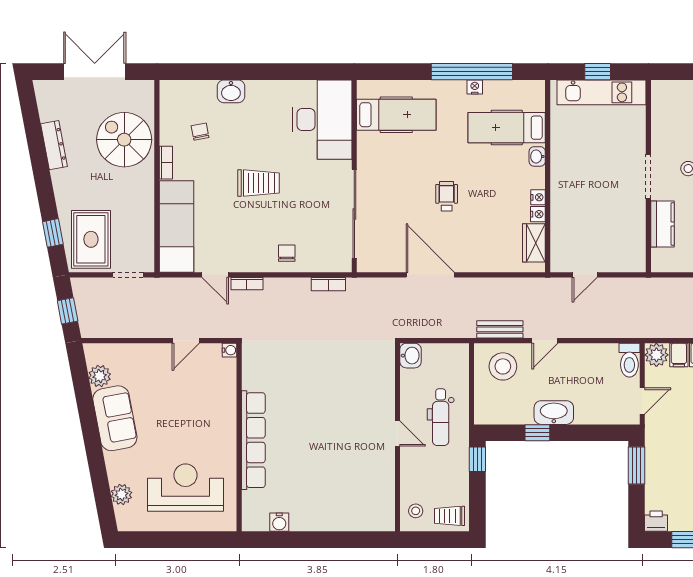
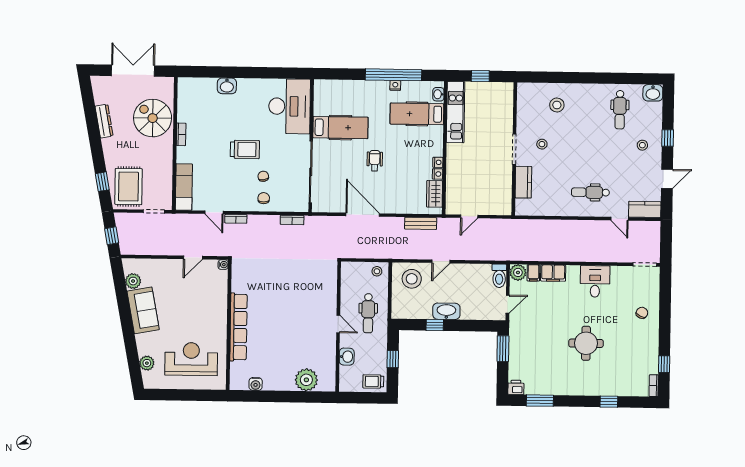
kitchen unit: (602, 92) -> (456, 112), moved, turned -90
hospital bed: (396, 115) -> (340, 128), moved
chair: (200, 132) -> (263, 176), moved
washbasin: (537, 156) -> (438, 94), moved
exam couch: (176, 226) -> (184, 187), width x0.73, depth x0.69
bench: (500, 329) -> (421, 223), moved
washbasin: (411, 356) -> (347, 357), moved
window: (477, 459) -> (393, 359), moved
stool: (416, 511) -> (377, 271), moved
plant: (353, 515) -> (306, 380), added

